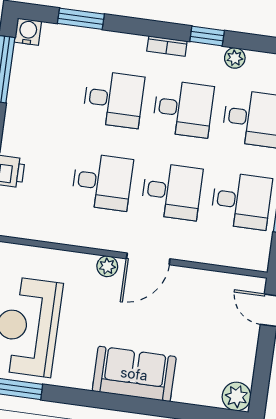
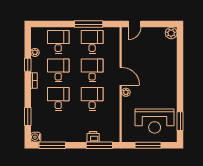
sofa: (134, 374) -> (168, 75), removed

